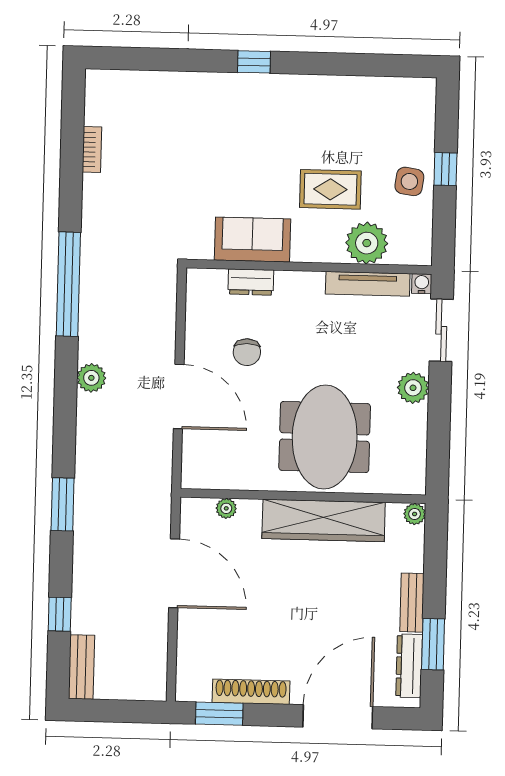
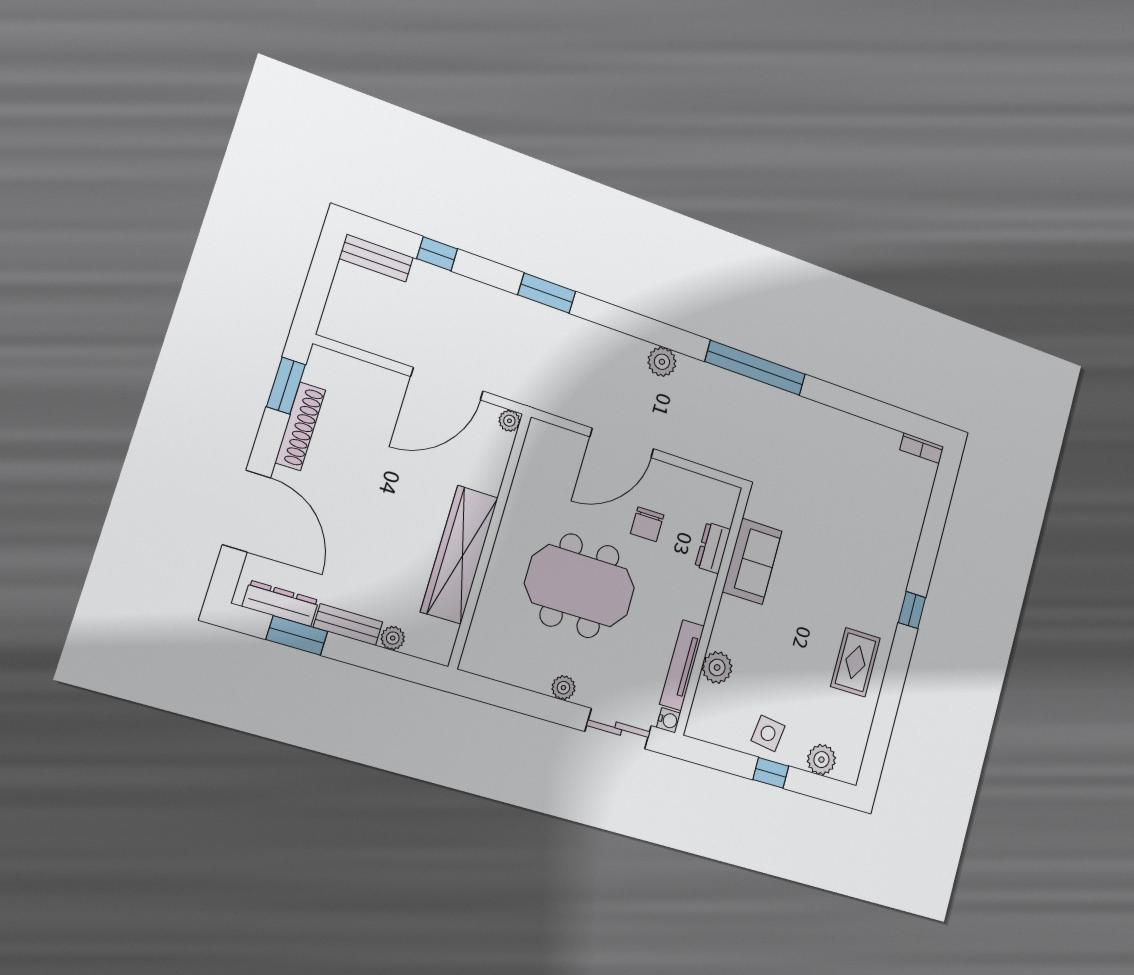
plant: (421, 120) -> (821, 760), added
bookcase: (92, 149) -> (922, 448), moved
rug: (330, 189) -> (855, 662), moved
plant: (367, 243) -> (717, 667), width x0.73, depth x0.73
chair: (247, 352) -> (647, 524), turned -90
plant: (413, 388) -> (563, 688), width x0.73, depth x0.73
meeting table: (325, 437) -> (580, 586), moved
plant: (226, 508) -> (509, 421), moved
plant: (415, 514) -> (393, 638), moved

